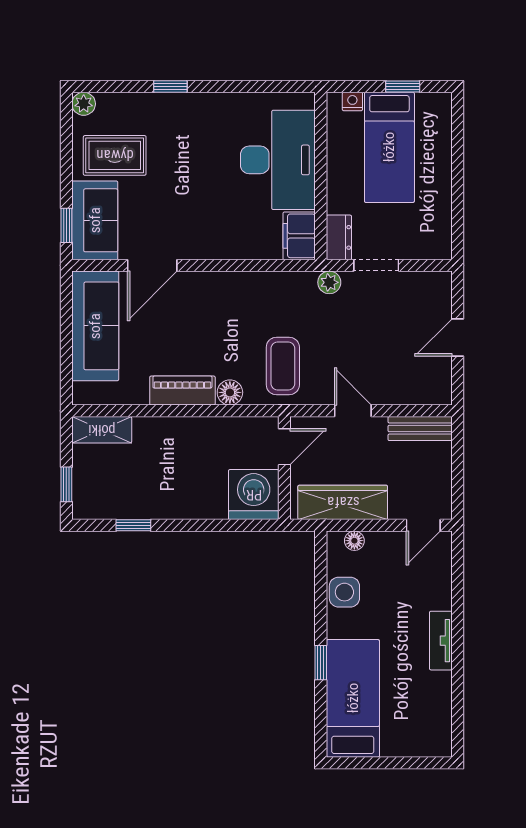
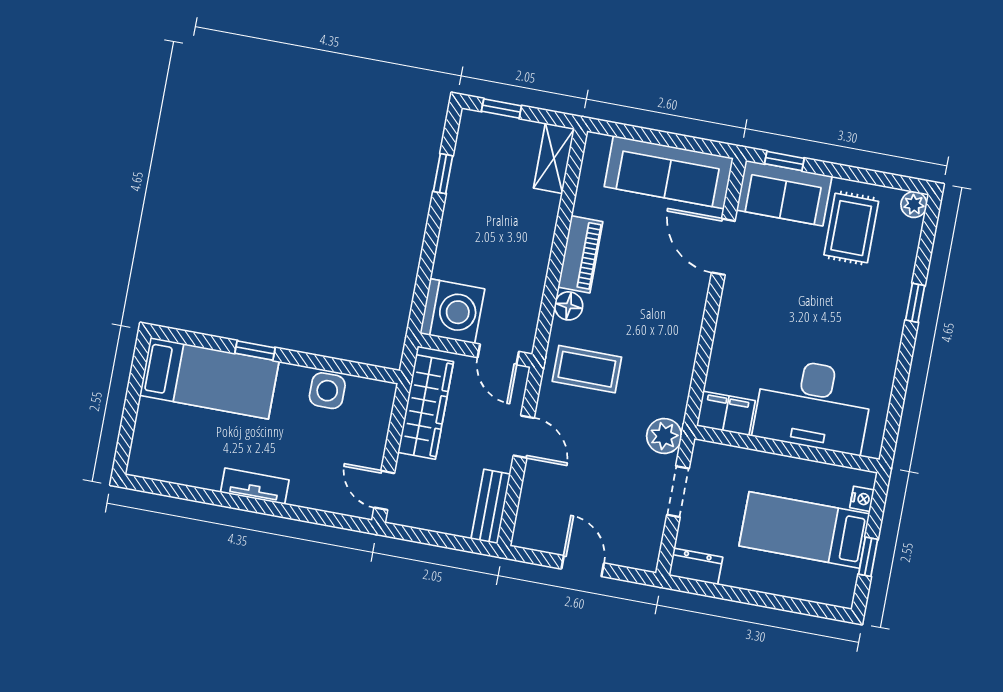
dresser: (339, 237) -> (696, 566), moved, turned 180
plant: (329, 282) -> (664, 436), width x1.38, depth x1.38
door: (353, 411) -> (524, 437), hinge flipped
floor lamp: (354, 541) -> (381, 412), removed

